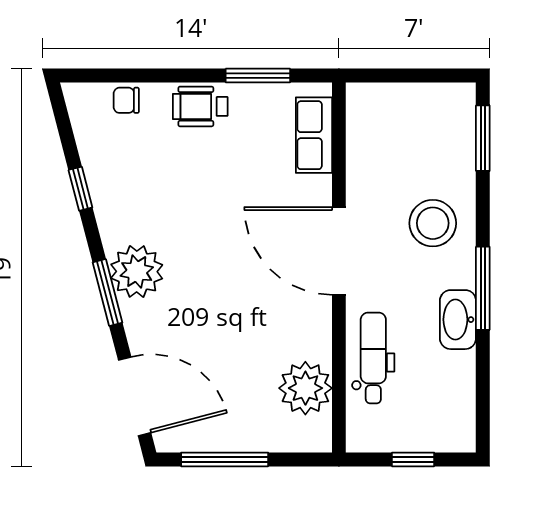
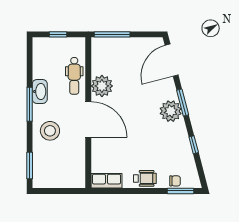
window: (258, 76) -> (180, 191), moved
row of seats: (314, 135) -> (106, 181), moved, turned -90
plant: (305, 388) -> (102, 86), moved
door: (135, 396) -> (172, 60), hinge flipped
window: (225, 459) -> (112, 34), moved

